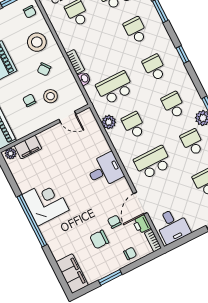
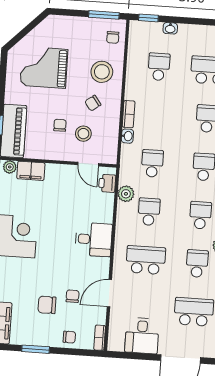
school desk: (115, 88) -> (152, 163), width x0.54
printer: (142, 224) -> (107, 183), moved
desk: (173, 226) -> (142, 336), moved

